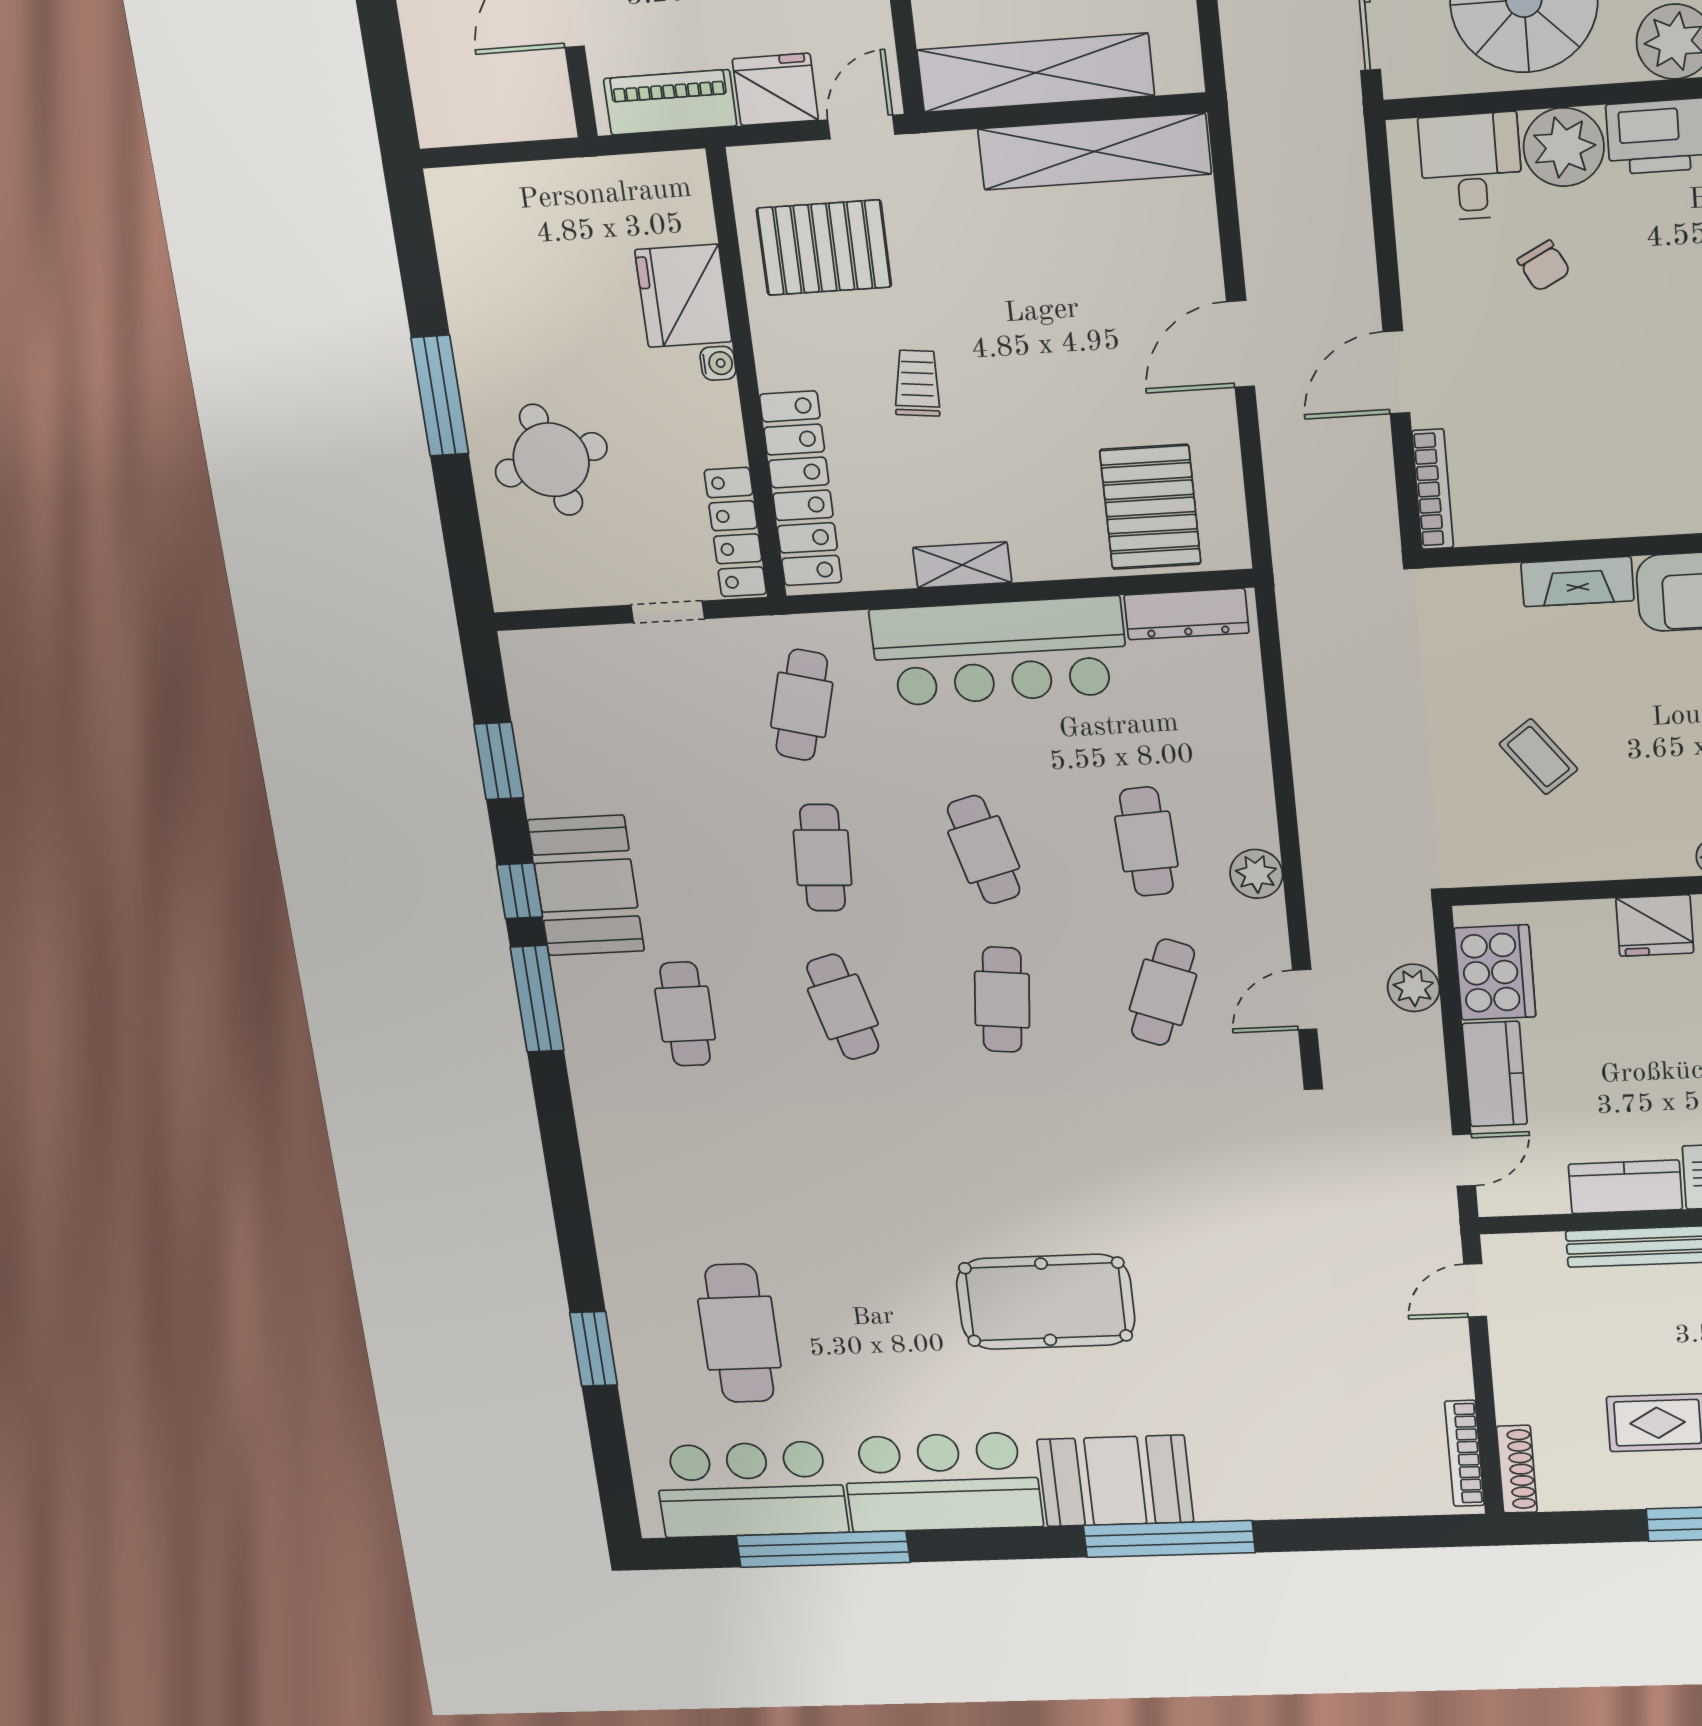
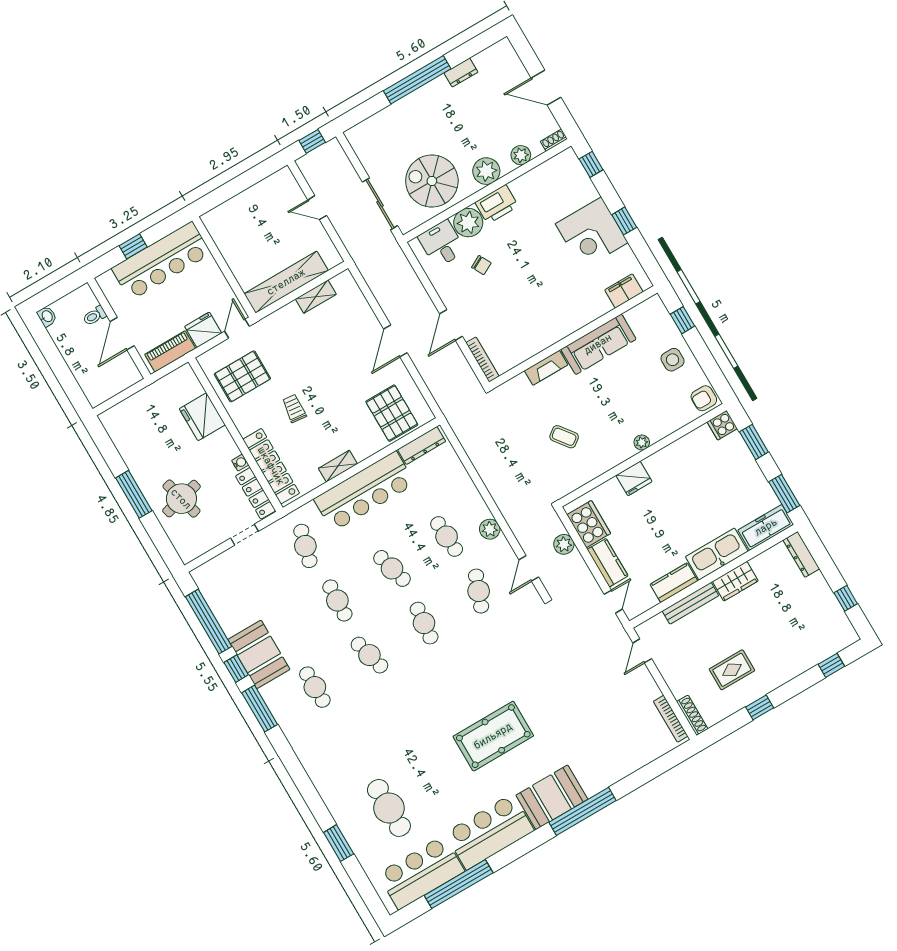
shelving: (1094, 152) -> (316, 297), width x0.45, depth x0.75
water cooler: (718, 363) -> (240, 463), moved
window: (499, 761) -> (209, 622), width x2.11

